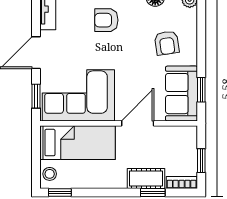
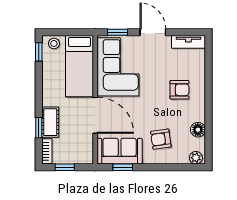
armchair: (106, 20) -> (179, 90), turned 90
door: (138, 123) -> (95, 115), width x1.36

